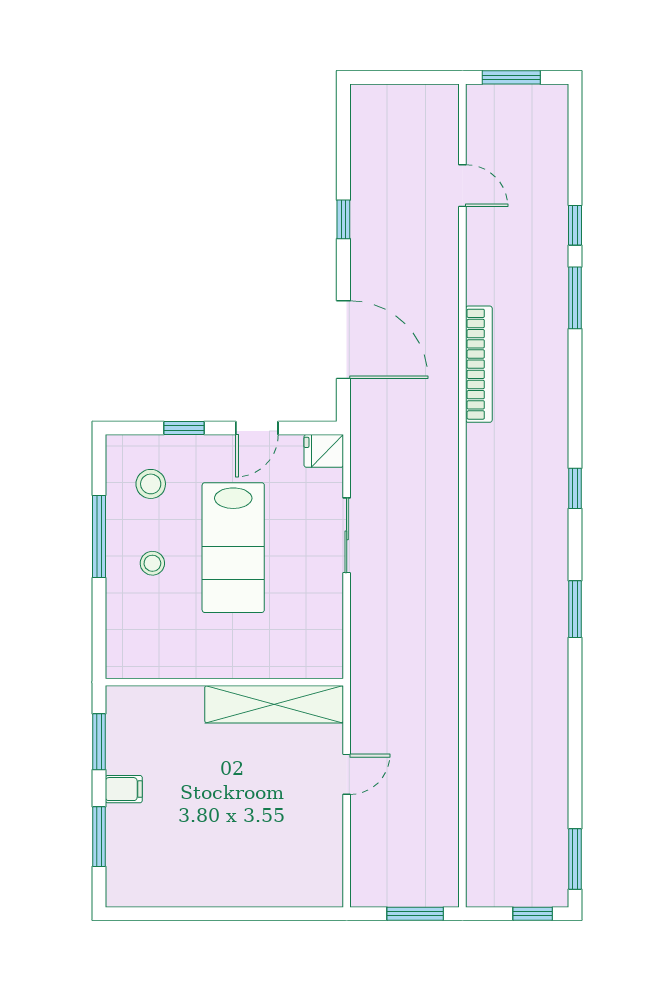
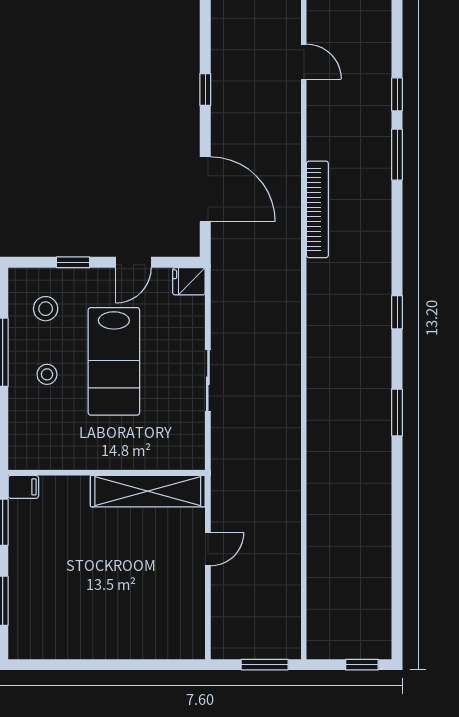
sliding door: (347, 535) -> (208, 381), moved
filing cabinet: (124, 789) -> (23, 487), moved
window: (575, 859) -> (397, 619), removed

